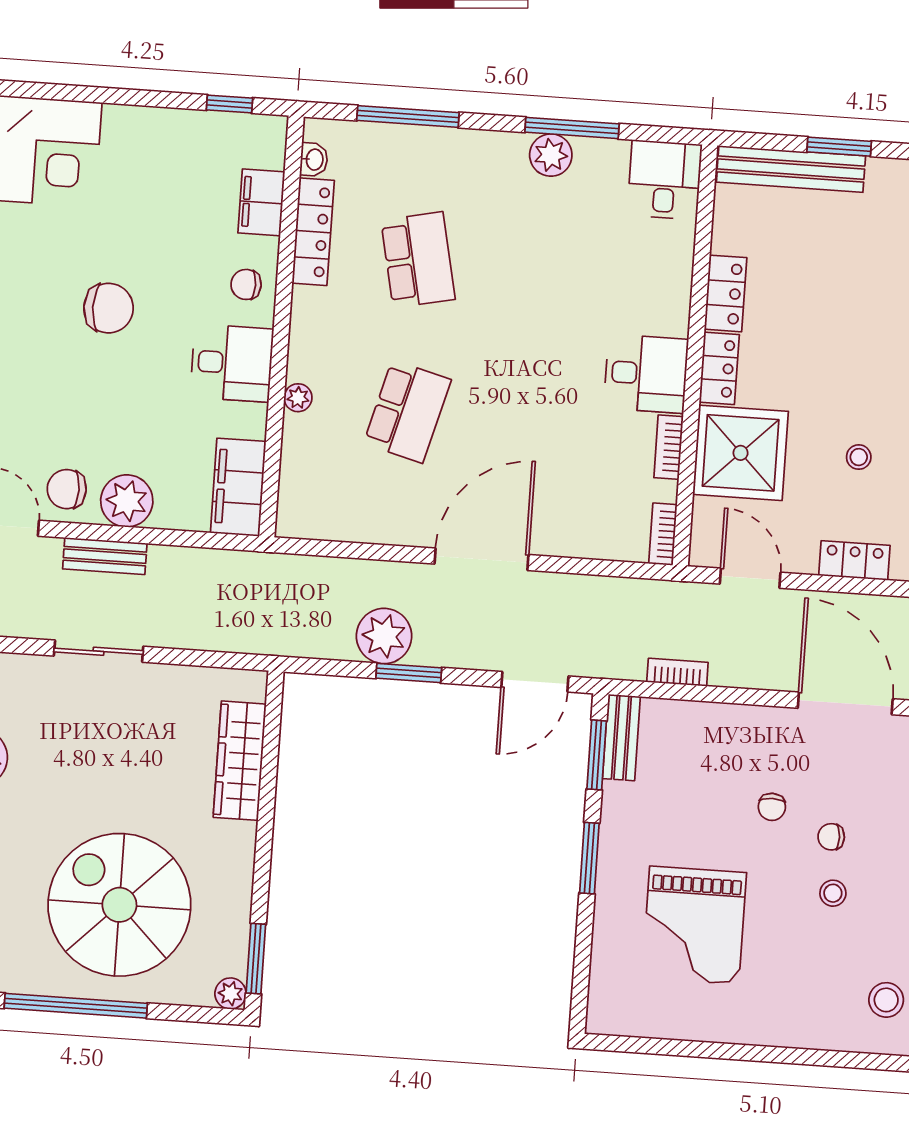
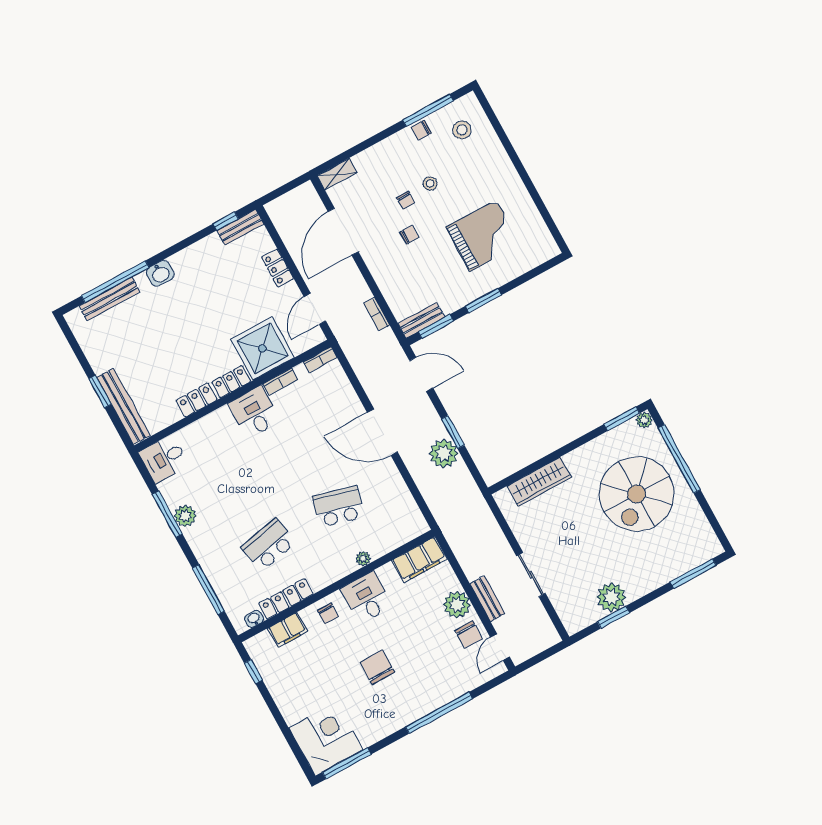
stool: (859, 457) -> (231, 295), removed
window: (76, 1006) -> (679, 459), moved

